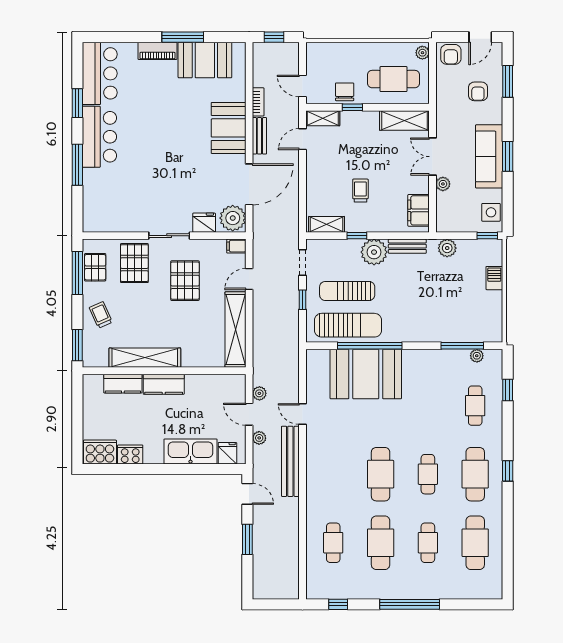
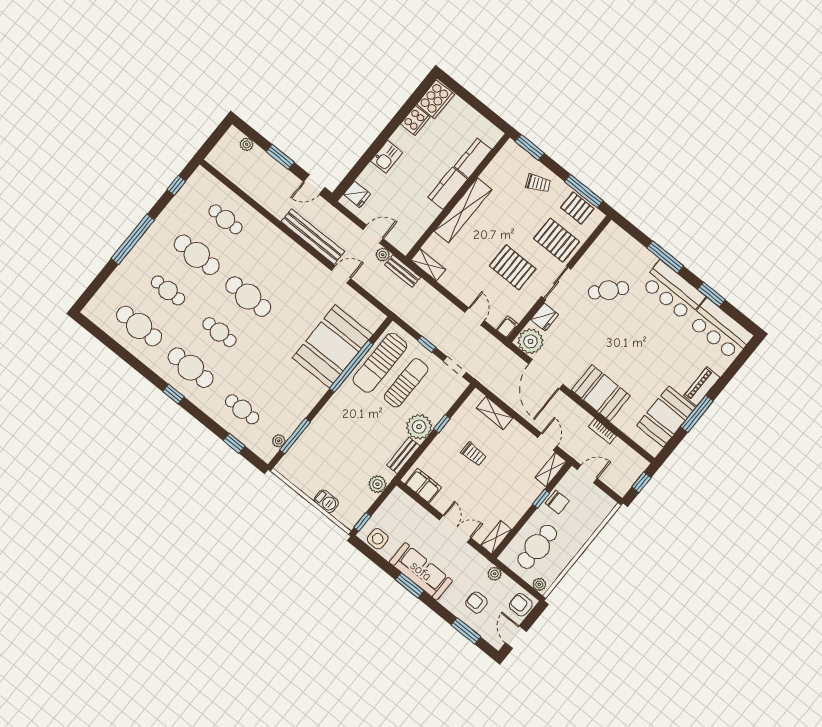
shelving: (404, 120) -> (496, 537), width x0.67, depth x0.75
bench: (259, 136) -> (403, 271), moved
plant: (443, 184) -> (495, 574), moved
cafe table: (141, 189) -> (608, 290), added
shelving: (327, 224) -> (495, 413), moved, turned 90
shelving: (235, 330) -> (428, 265), width x0.45, depth x0.75
shelving: (145, 358) -> (463, 210), moved
plant: (259, 438) -> (247, 144), moved
kitchen sink: (191, 451) -> (386, 157), width x0.53, depth x0.81

